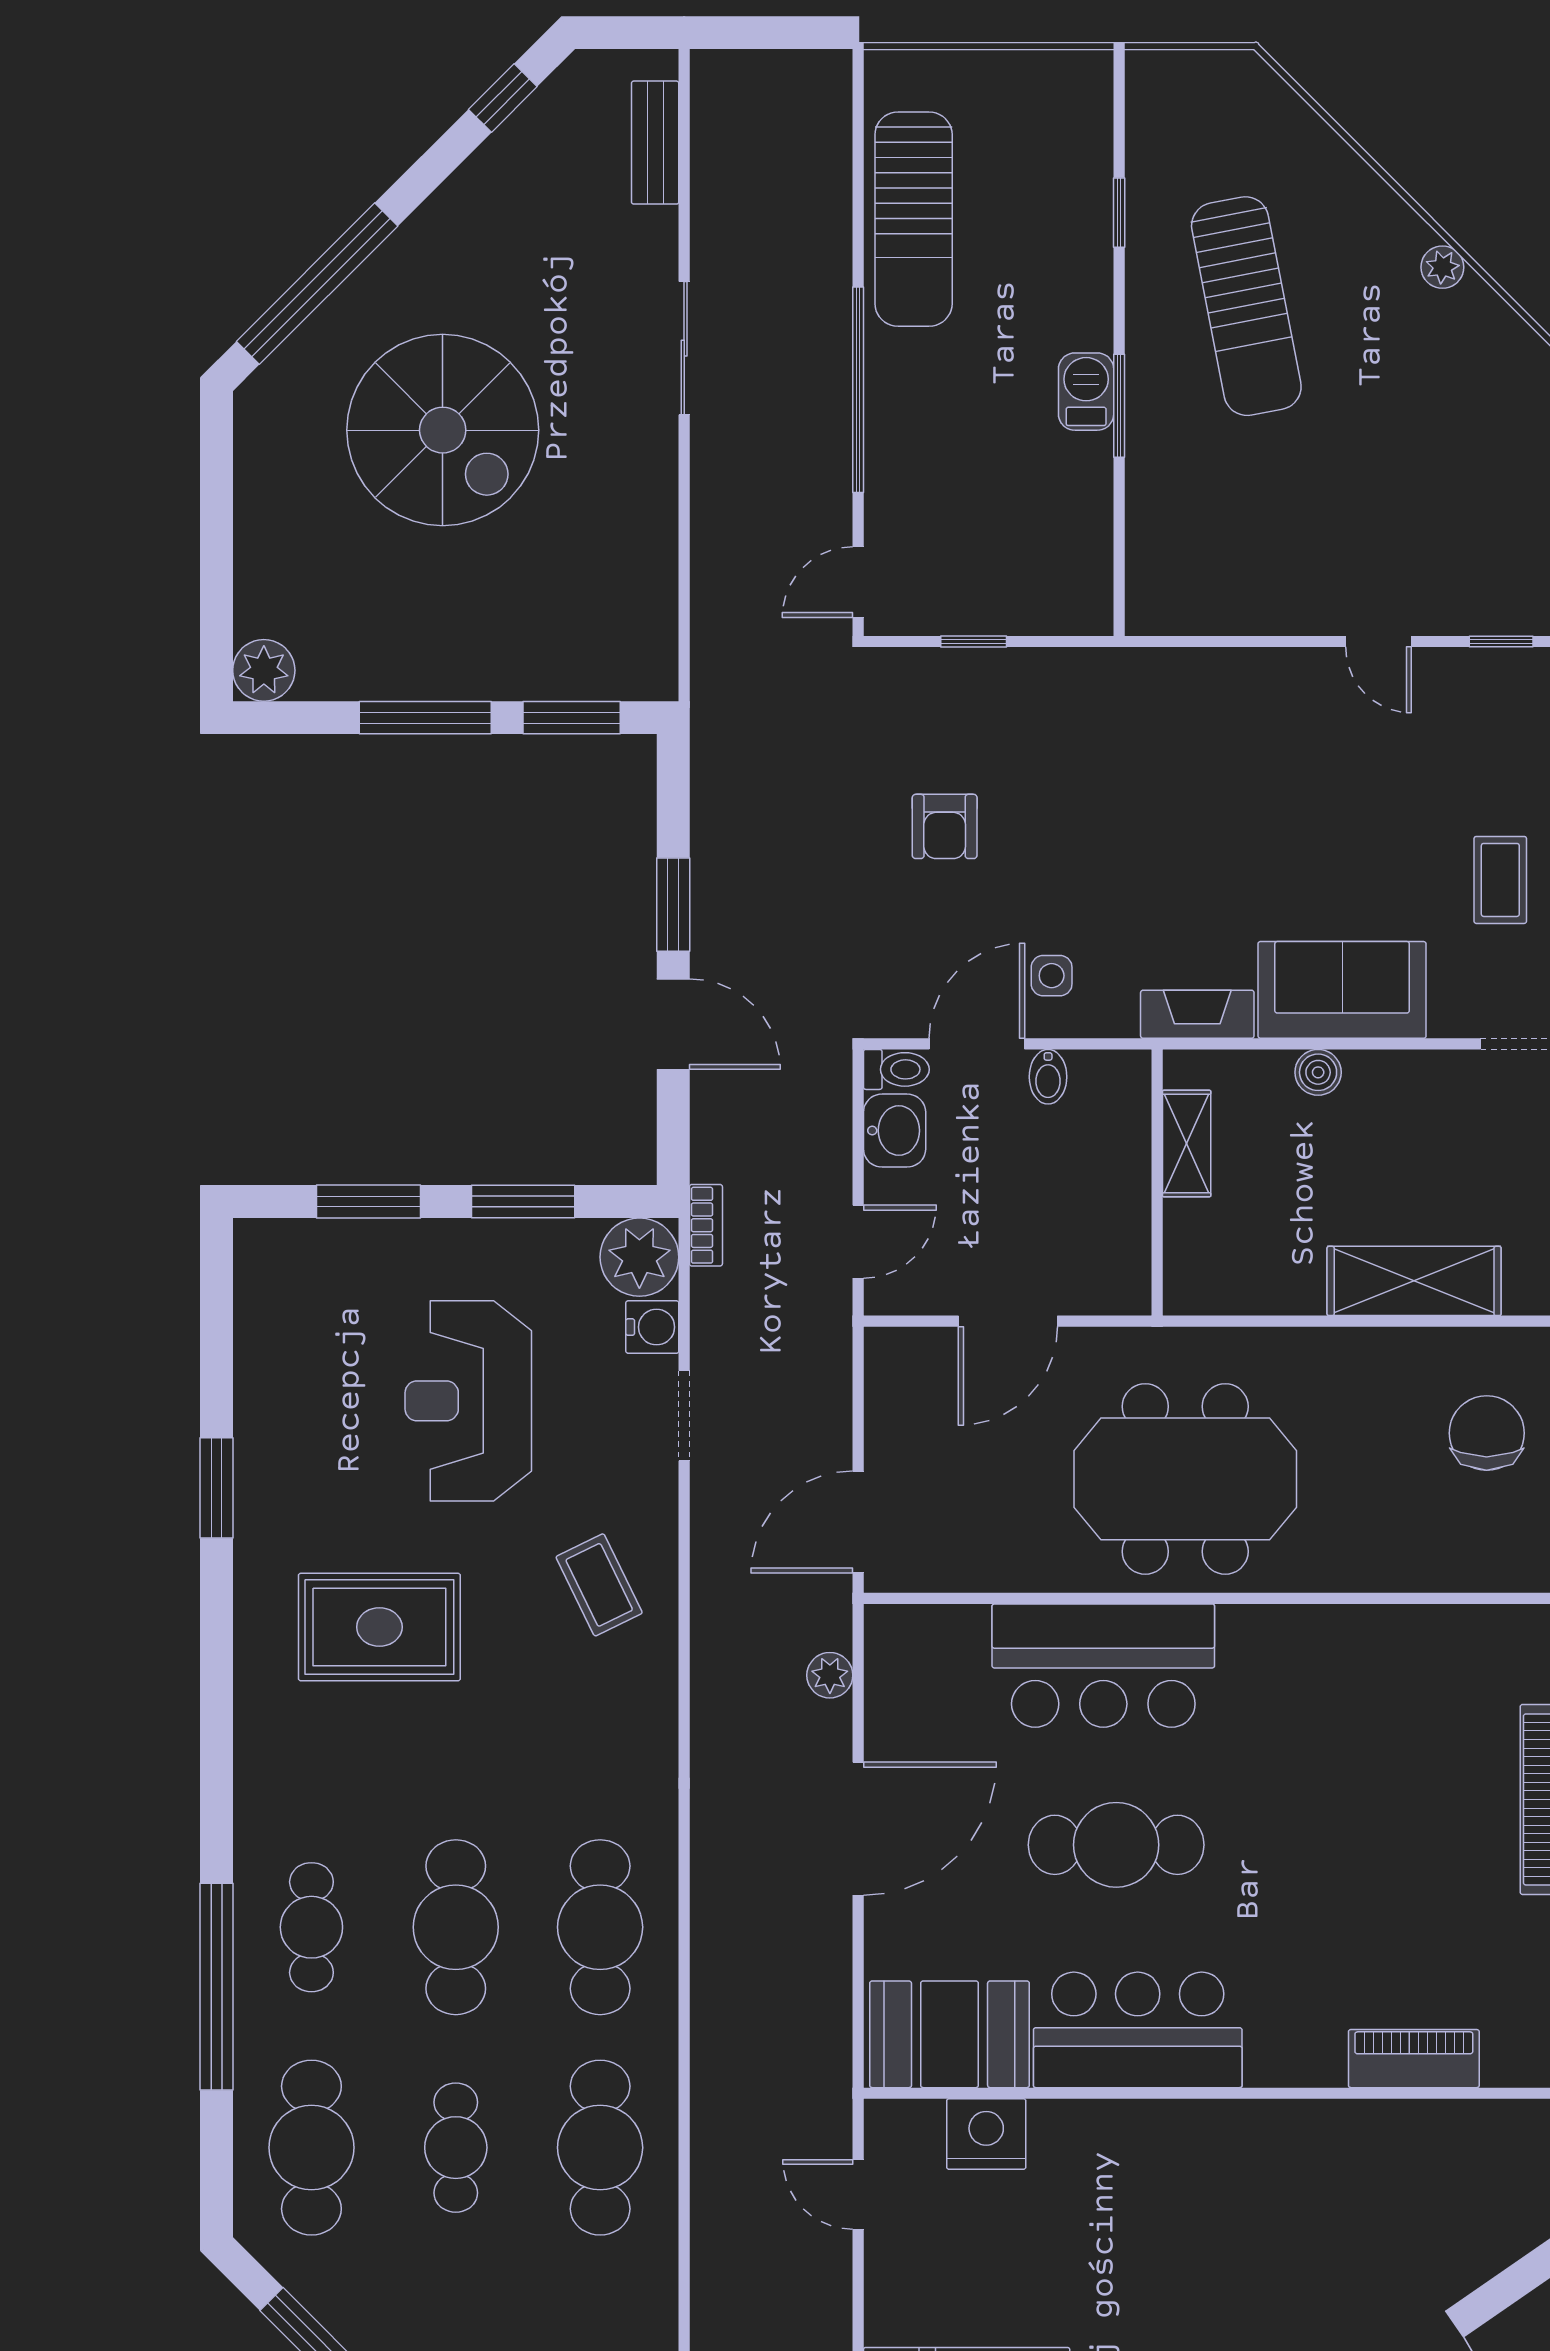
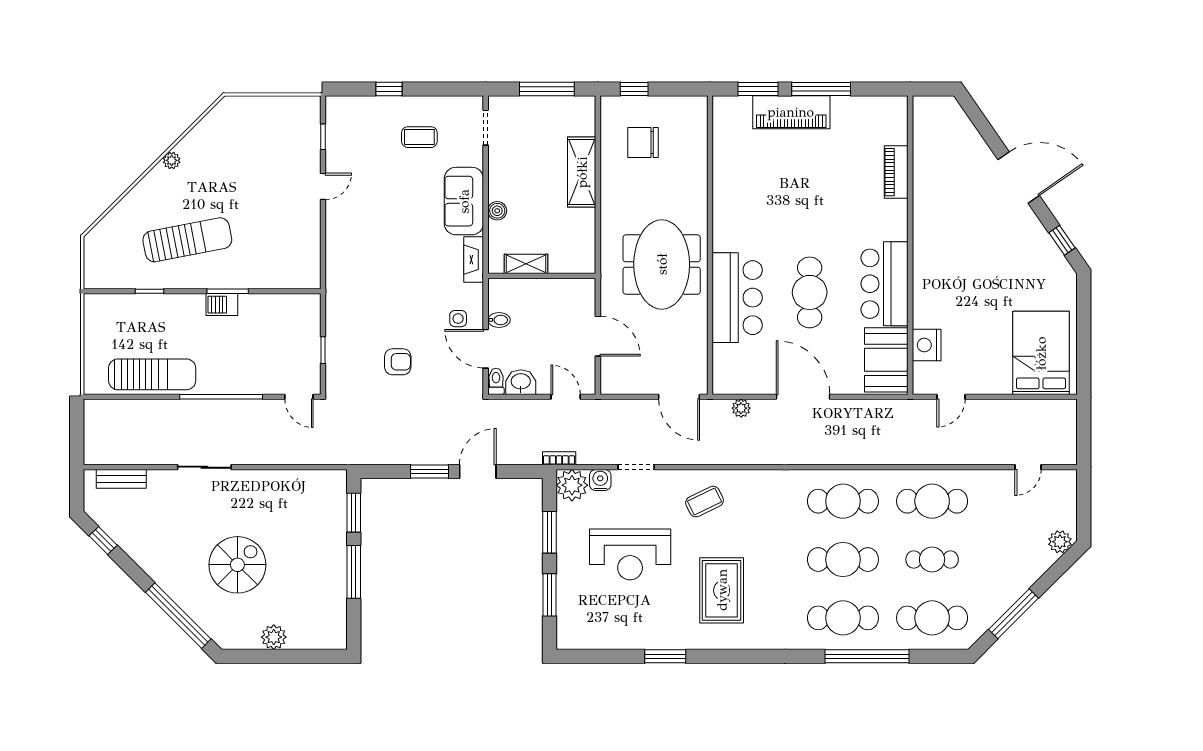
spiral stairs: (443, 430) -> (237, 565), width x0.73, depth x0.73
plant: (264, 670) -> (274, 637), moved
cafe table: (311, 1927) -> (843, 618), width x1.37, depth x1.35

